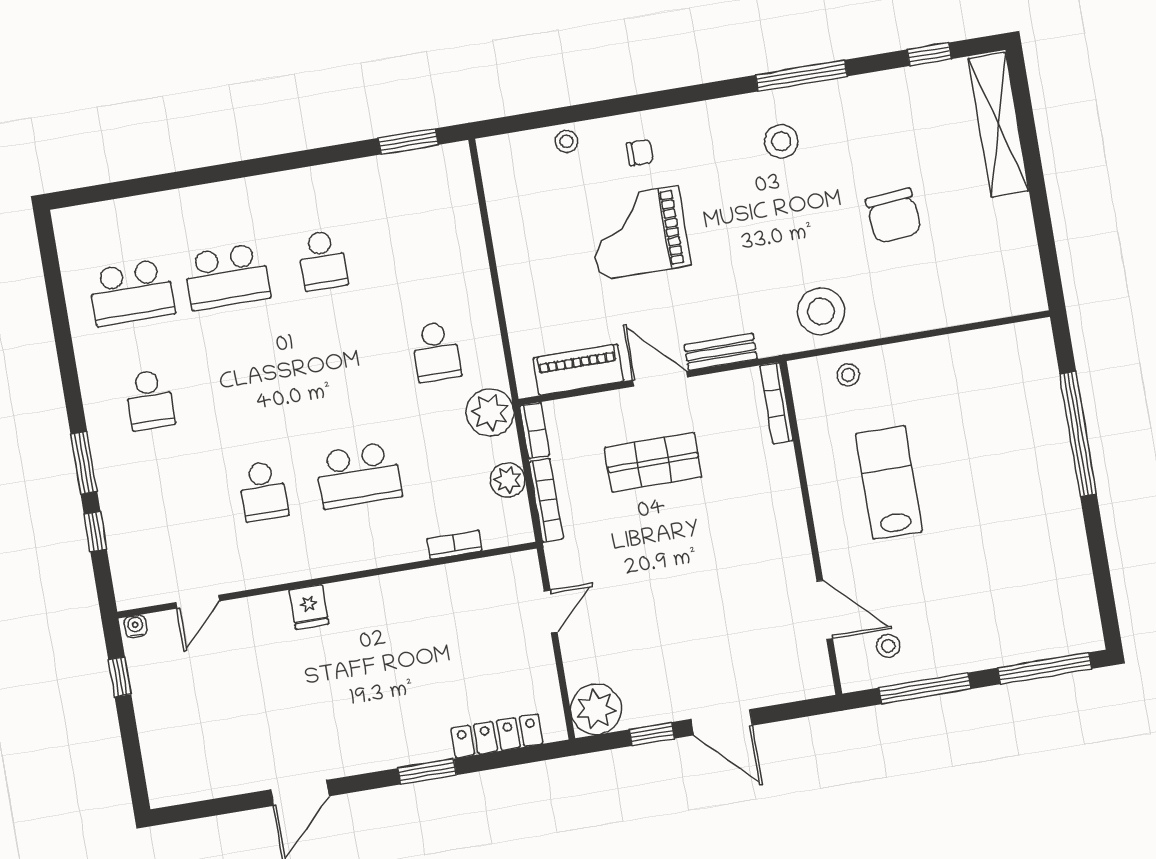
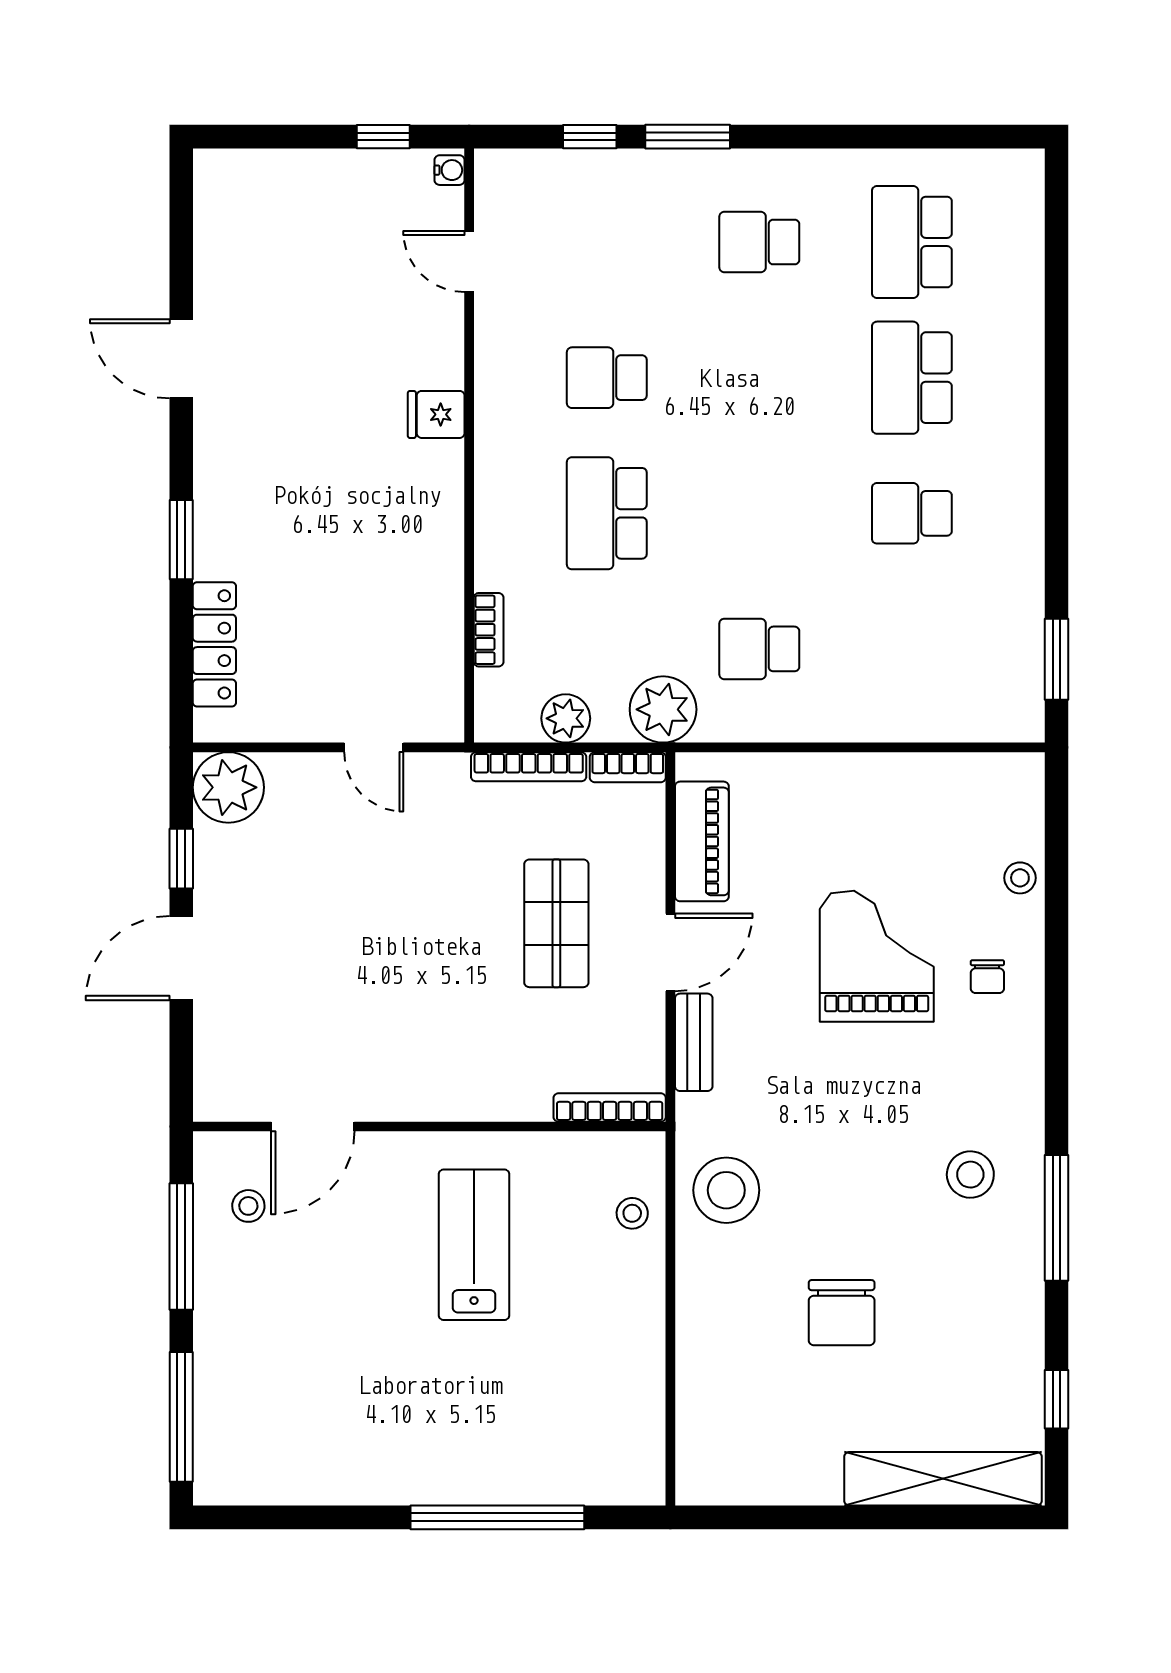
chair: (893, 216) -> (842, 1313), turned -85
lab bench: (889, 482) -> (474, 1245), turned -90

